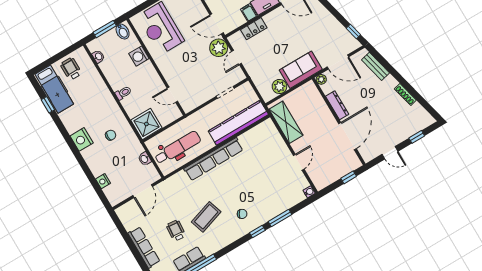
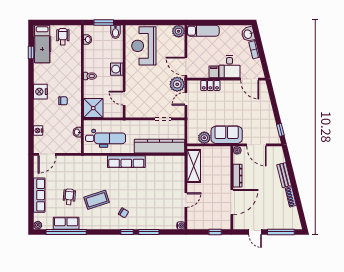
washing machine: (139, 56) -> (117, 69), moved
bench: (376, 66) -> (284, 175), moved
window: (417, 137) -> (281, 232), width x2.17
row of seats: (214, 159) -> (126, 162), width x0.73
door: (143, 191) -> (47, 154), moved

